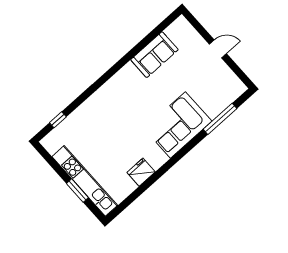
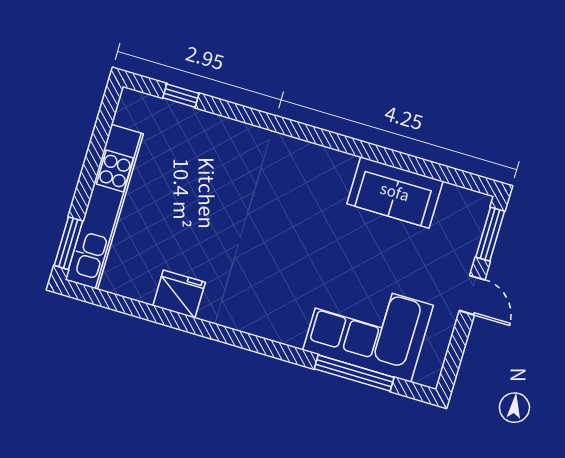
window: (197, 25) -> (490, 234), added
corner sofa: (178, 125) -> (368, 328), moved
window: (77, 191) -> (68, 243), moved

